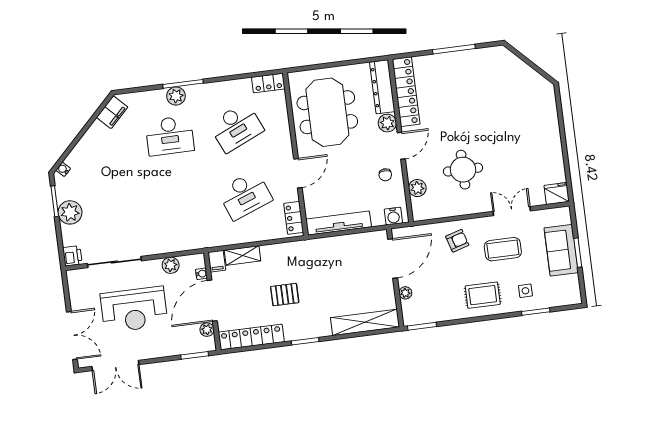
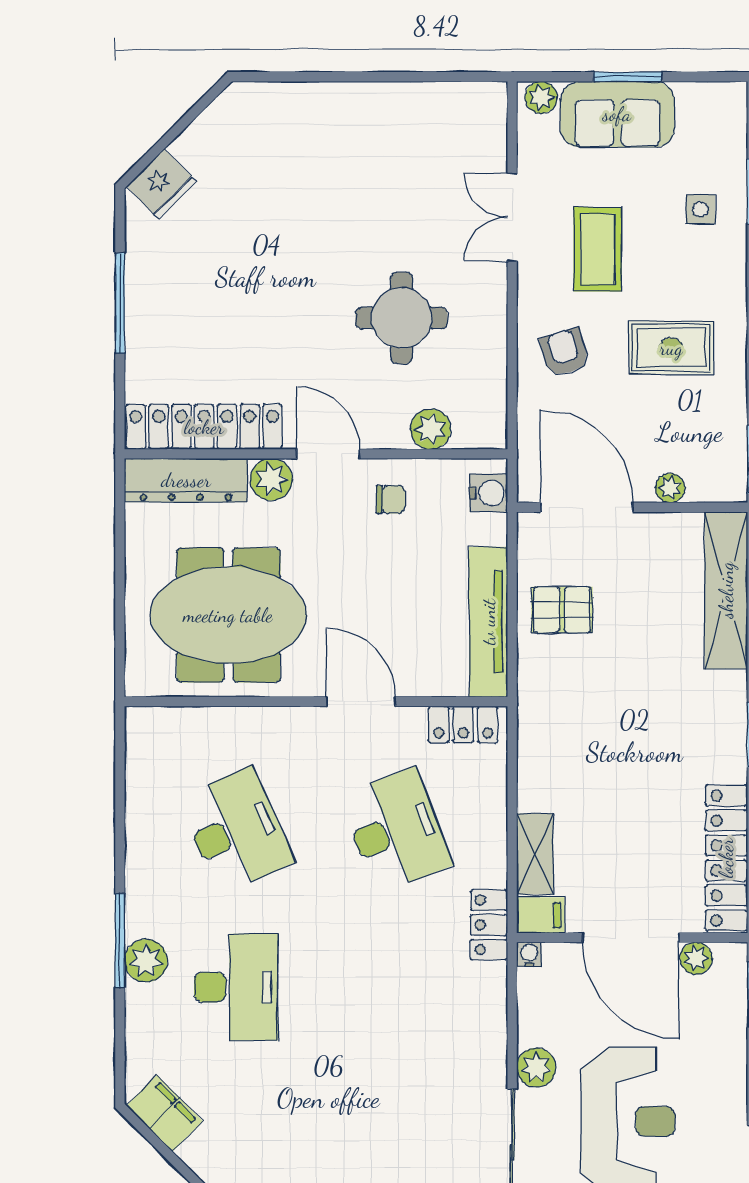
locker: (268, 83) -> (489, 925), moved, turned 180
fridge: (557, 193) -> (161, 184), moved, turned -135
plant: (564, 217) -> (541, 97), added
plant: (171, 265) -> (536, 1067), moved
water cooler: (201, 274) -> (529, 954), moved
pallet: (285, 295) -> (562, 610), moved, turned 90
rug: (483, 295) -> (671, 348), moved, turned 90

